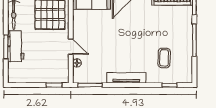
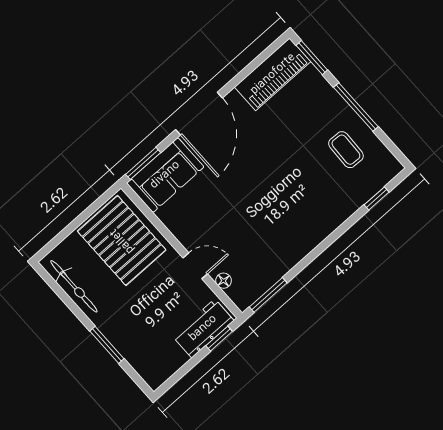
workbench: (16, 46) -> (203, 328), moved, turned -90
coffee table: (164, 58) -> (346, 150), moved
tv unit: (126, 78) -> (309, 241), removed

